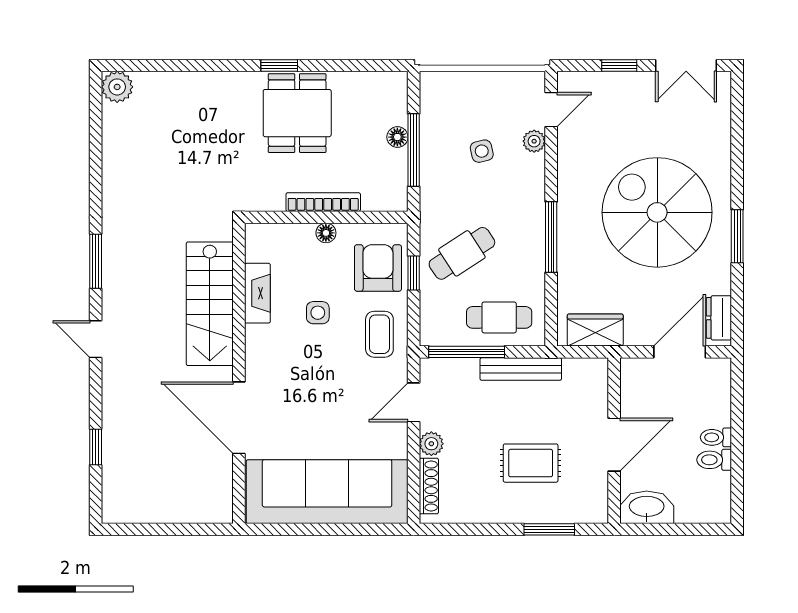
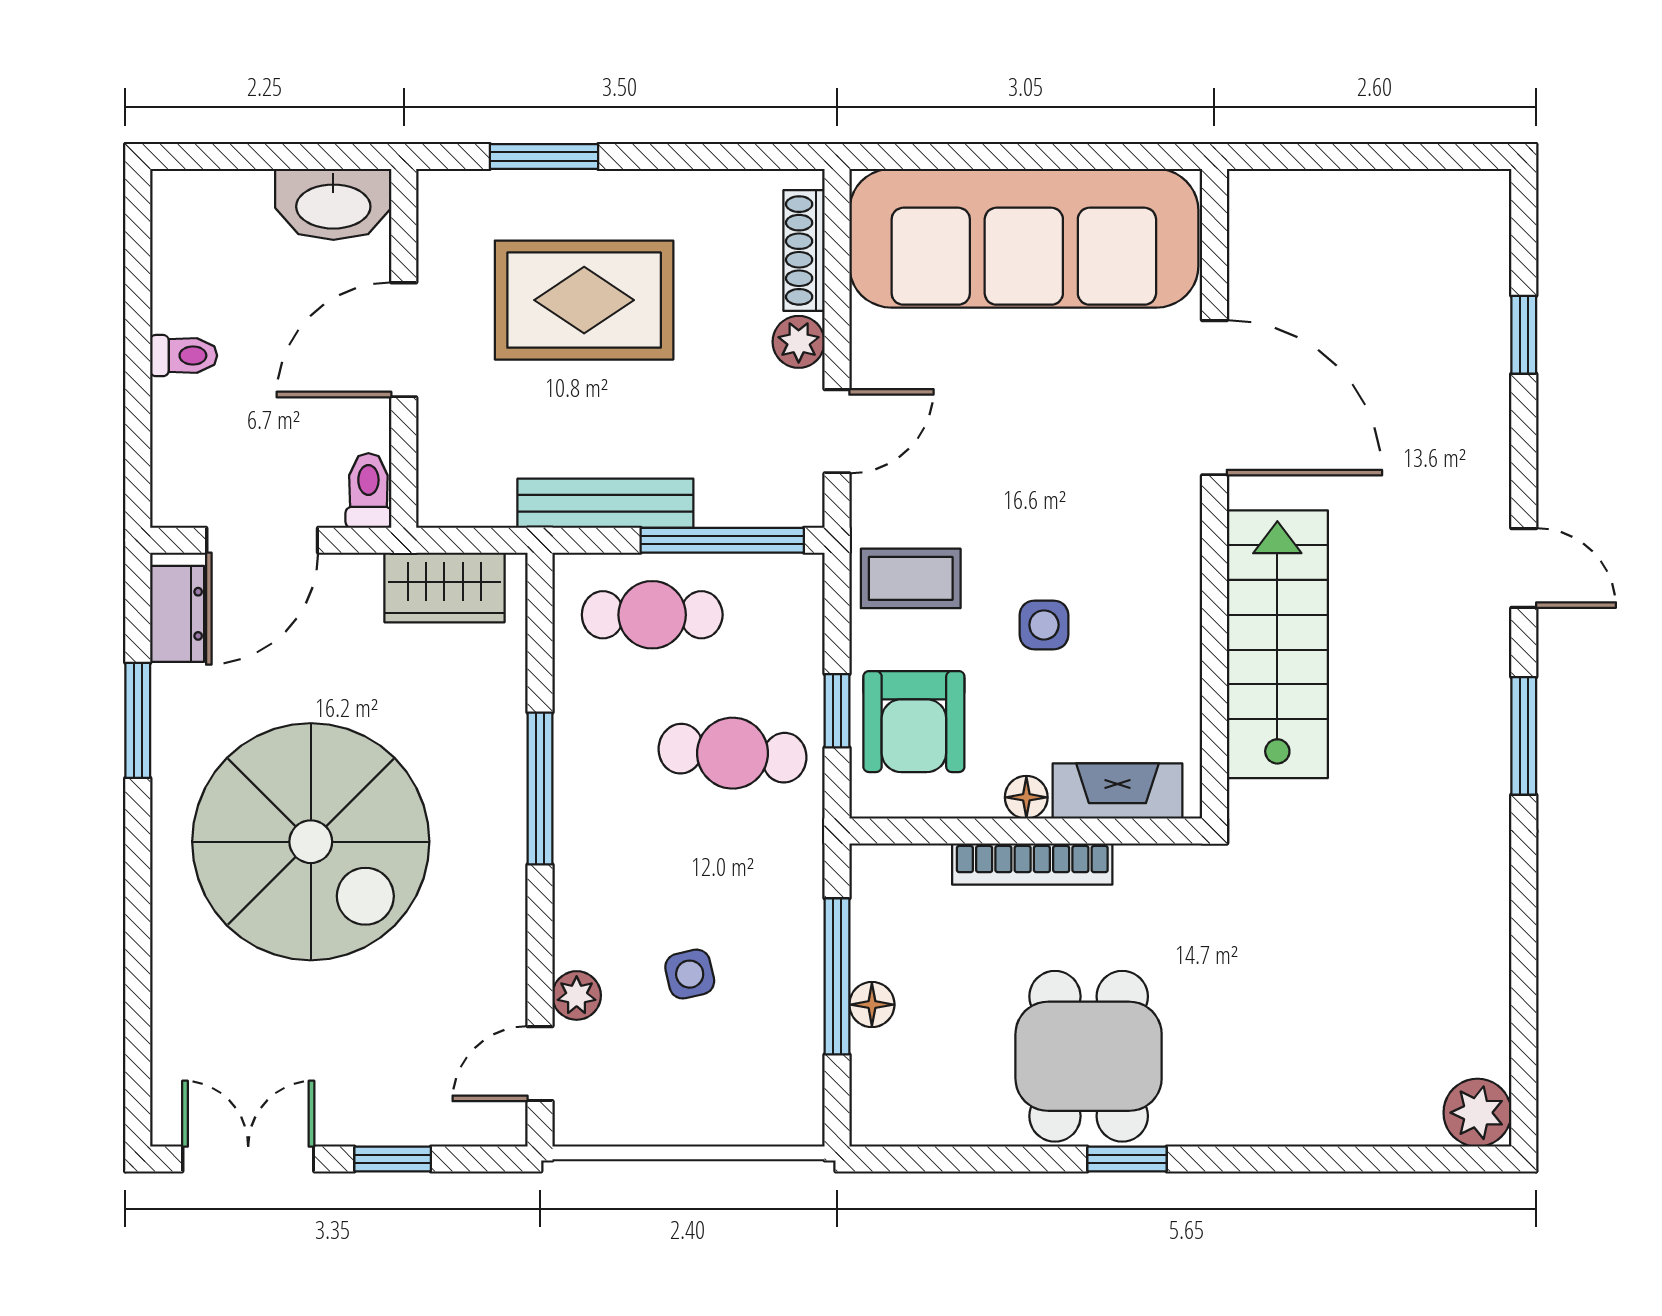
window: (737, 236) -> (138, 720), moved
cafe table: (462, 253) -> (733, 753), turned 38
fireplace: (257, 293) -> (1117, 791), moved, turned 90
coffee table: (379, 334) -> (911, 578), turned 90
toilet: (714, 460) -> (368, 490), moved, turned -90
rug: (531, 463) -> (584, 300), width x1.36, depth x1.43

